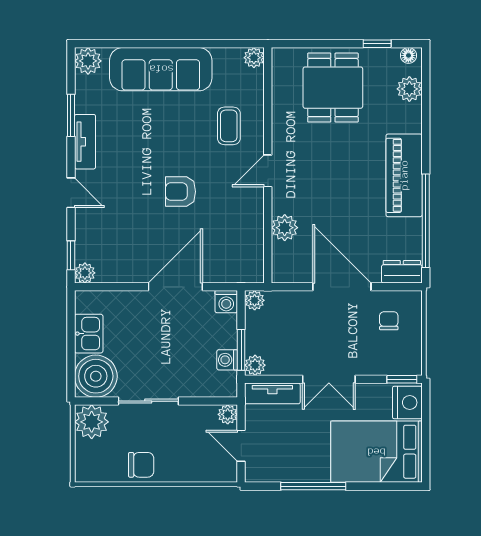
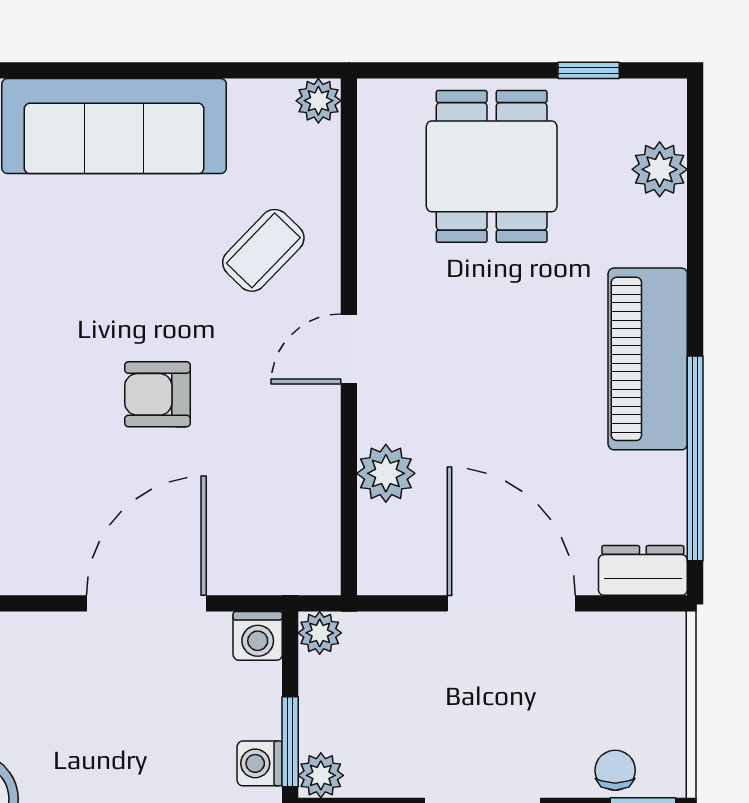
floor lamp: (408, 55) -> (657, 96), removed
coffee table: (229, 126) -> (263, 250), turned 44
chair: (389, 321) -> (615, 770), moved

